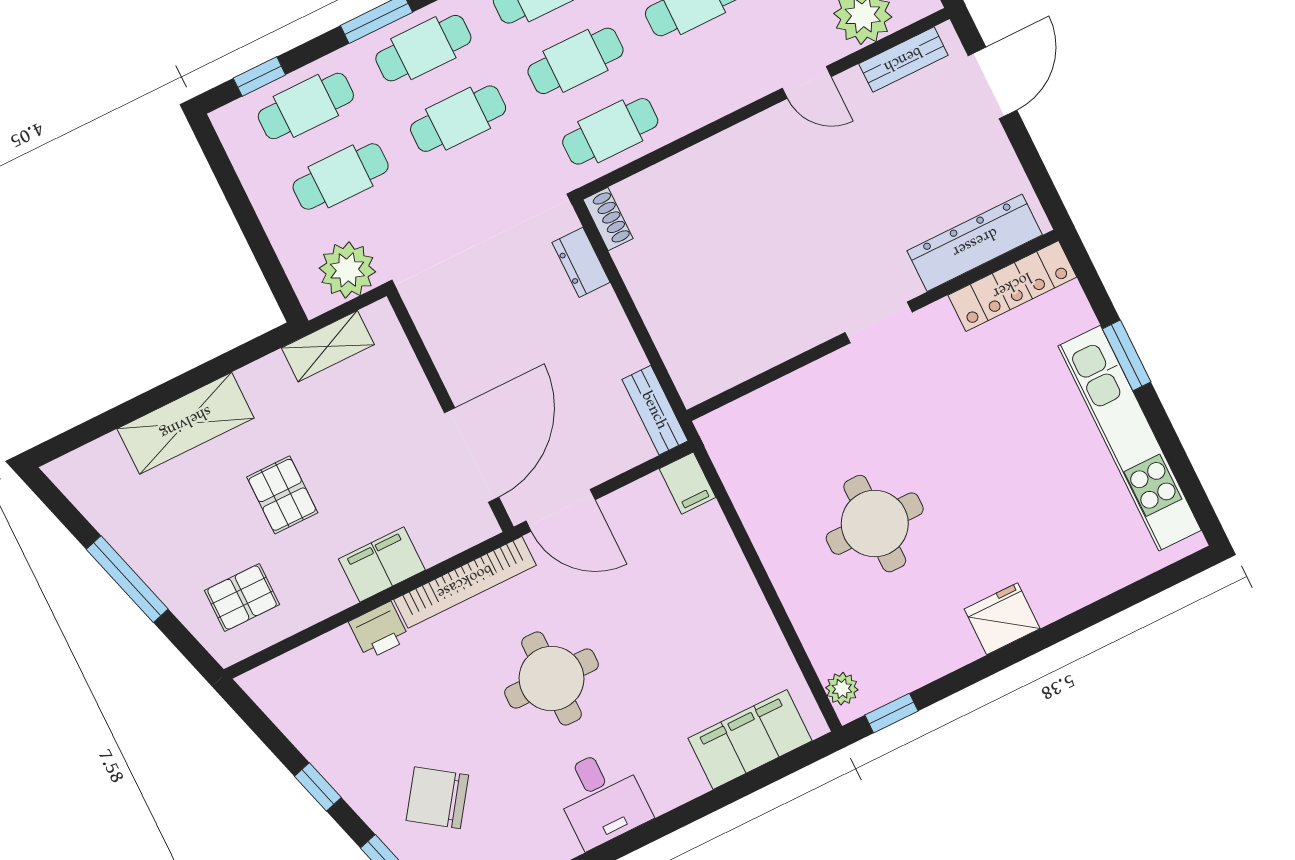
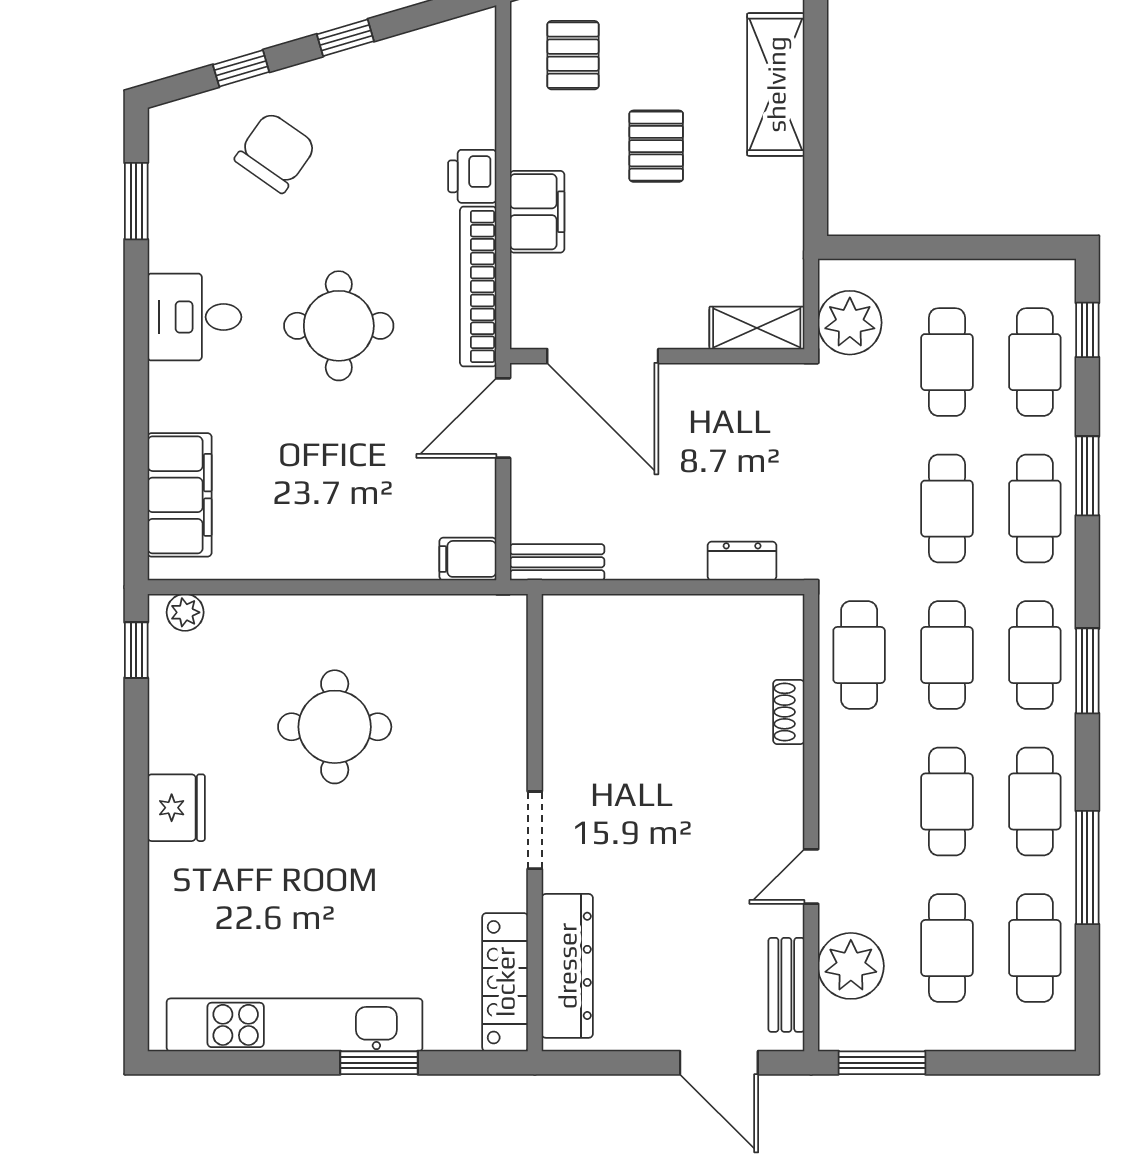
shoe rack: (608, 219) -> (789, 712), moved, turned 90
shelving: (328, 346) -> (757, 328), moved, turned 90
pallet: (282, 495) -> (656, 146), turned 90

